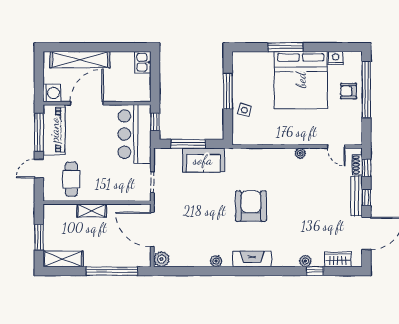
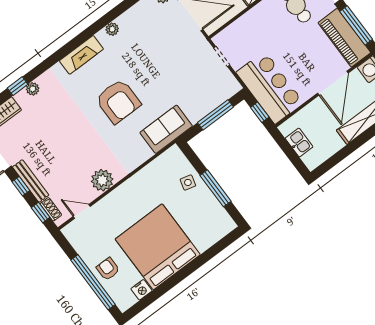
window: (285, 47) -> (193, 266), removed
kitchen sink: (143, 62) -> (299, 143), moved
armchair: (349, 91) -> (108, 269), turned -90
plant: (300, 153) -> (102, 180), width x1.88, depth x1.88
sofa: (203, 160) -> (166, 129), moved

